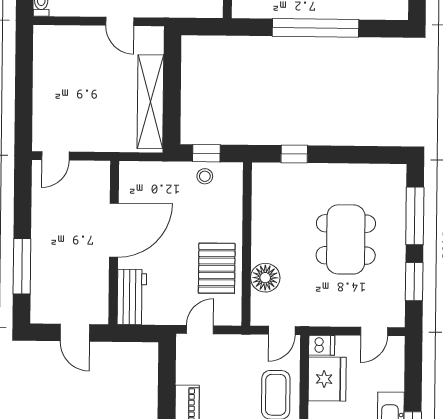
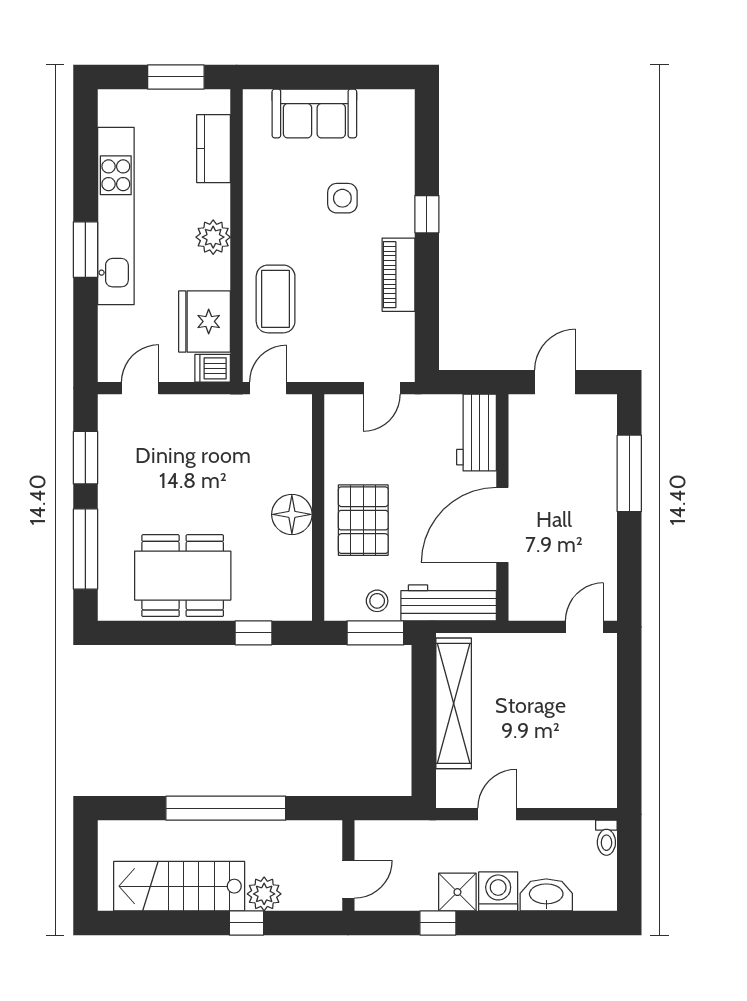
door: (120, 21) -> (497, 814), hinge flipped
window: (206, 153) -> (375, 633), width x1.50
workbench: (153, 174) -> (449, 603), added
dining table: (346, 239) -> (183, 576), moved, turned 90
pallet: (217, 268) -> (363, 520), moved
floor lamp: (265, 278) -> (292, 514), moved
door: (75, 333) -> (555, 382), hinge flipped

